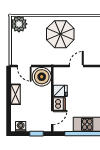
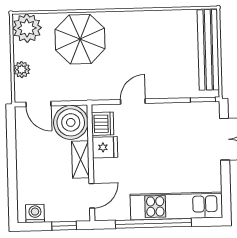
parasol: (60, 34) -> (80, 39), moved
plant: (15, 47) -> (22, 70), added
shelving: (15, 94) -> (80, 160), moved
dishwasher: (59, 104) -> (103, 124), moved

